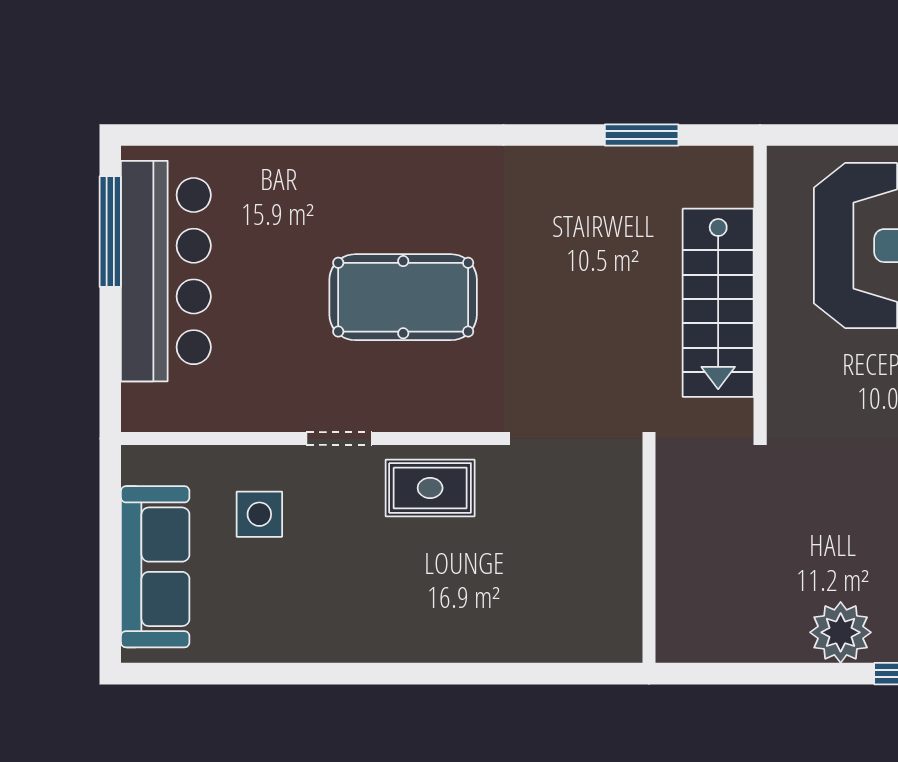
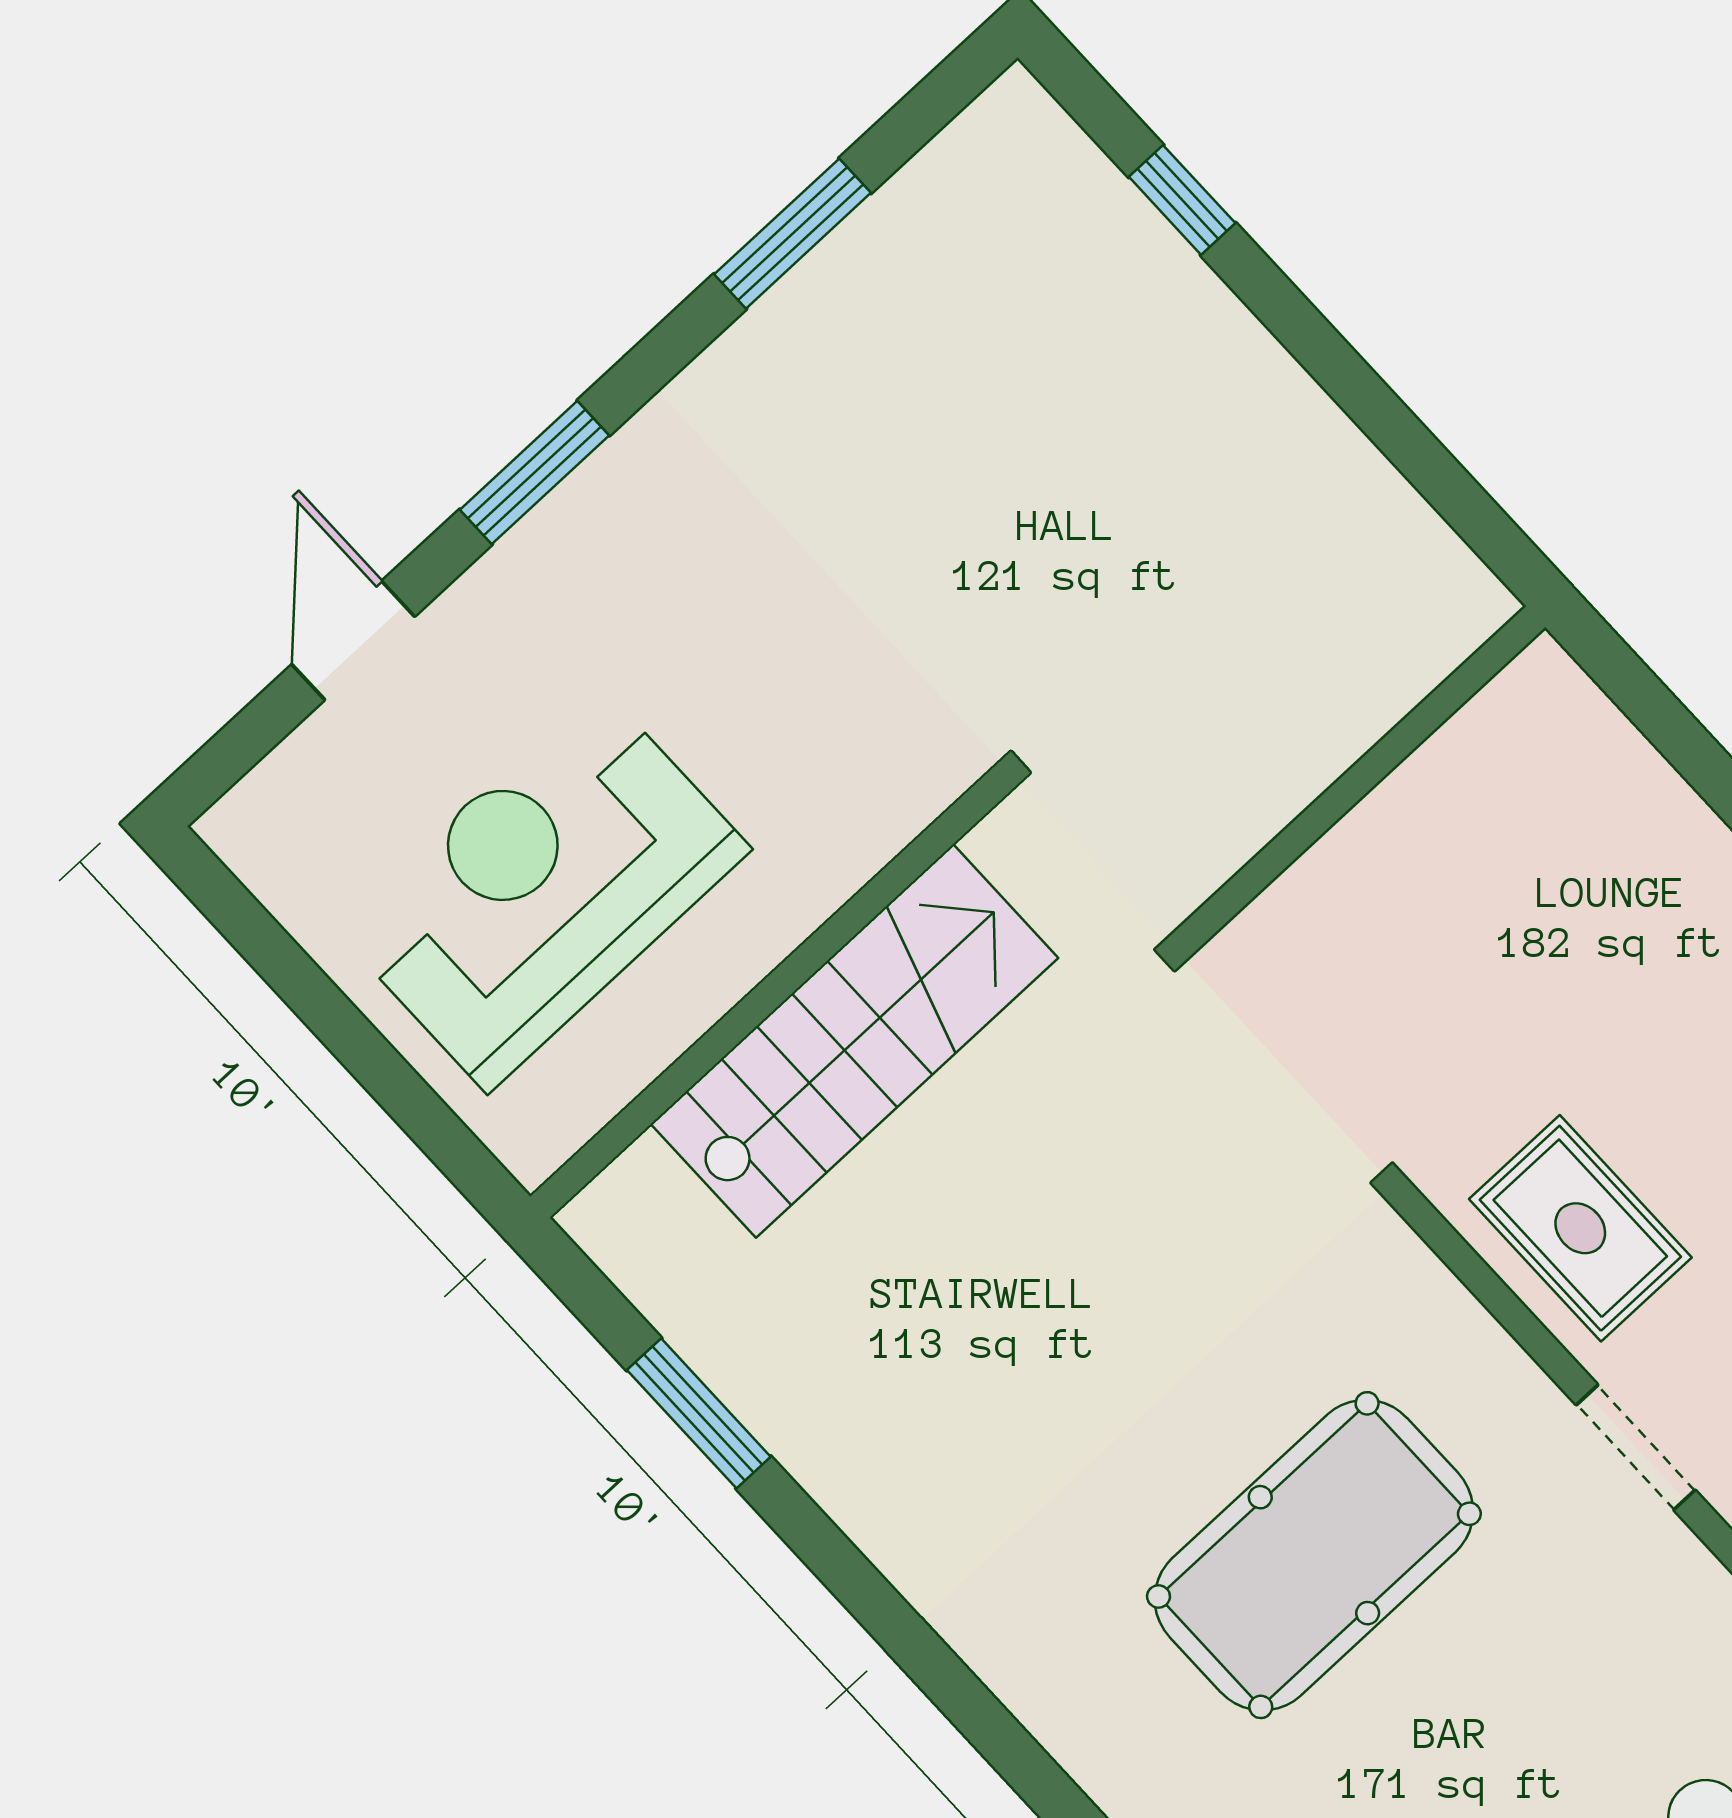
pool table: (403, 297) -> (1314, 1555), turned 90
plant: (841, 632) -> (1202, 354), removed

